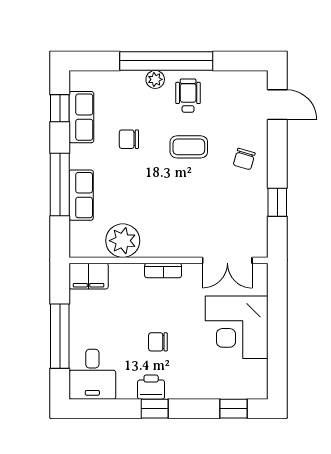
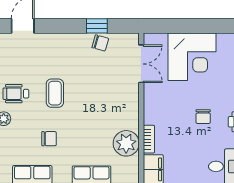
chair: (129, 139) -> (49, 139), turned -90
chair: (244, 159) -> (100, 43), moved
bookcase: (163, 270) -> (149, 139), moved

